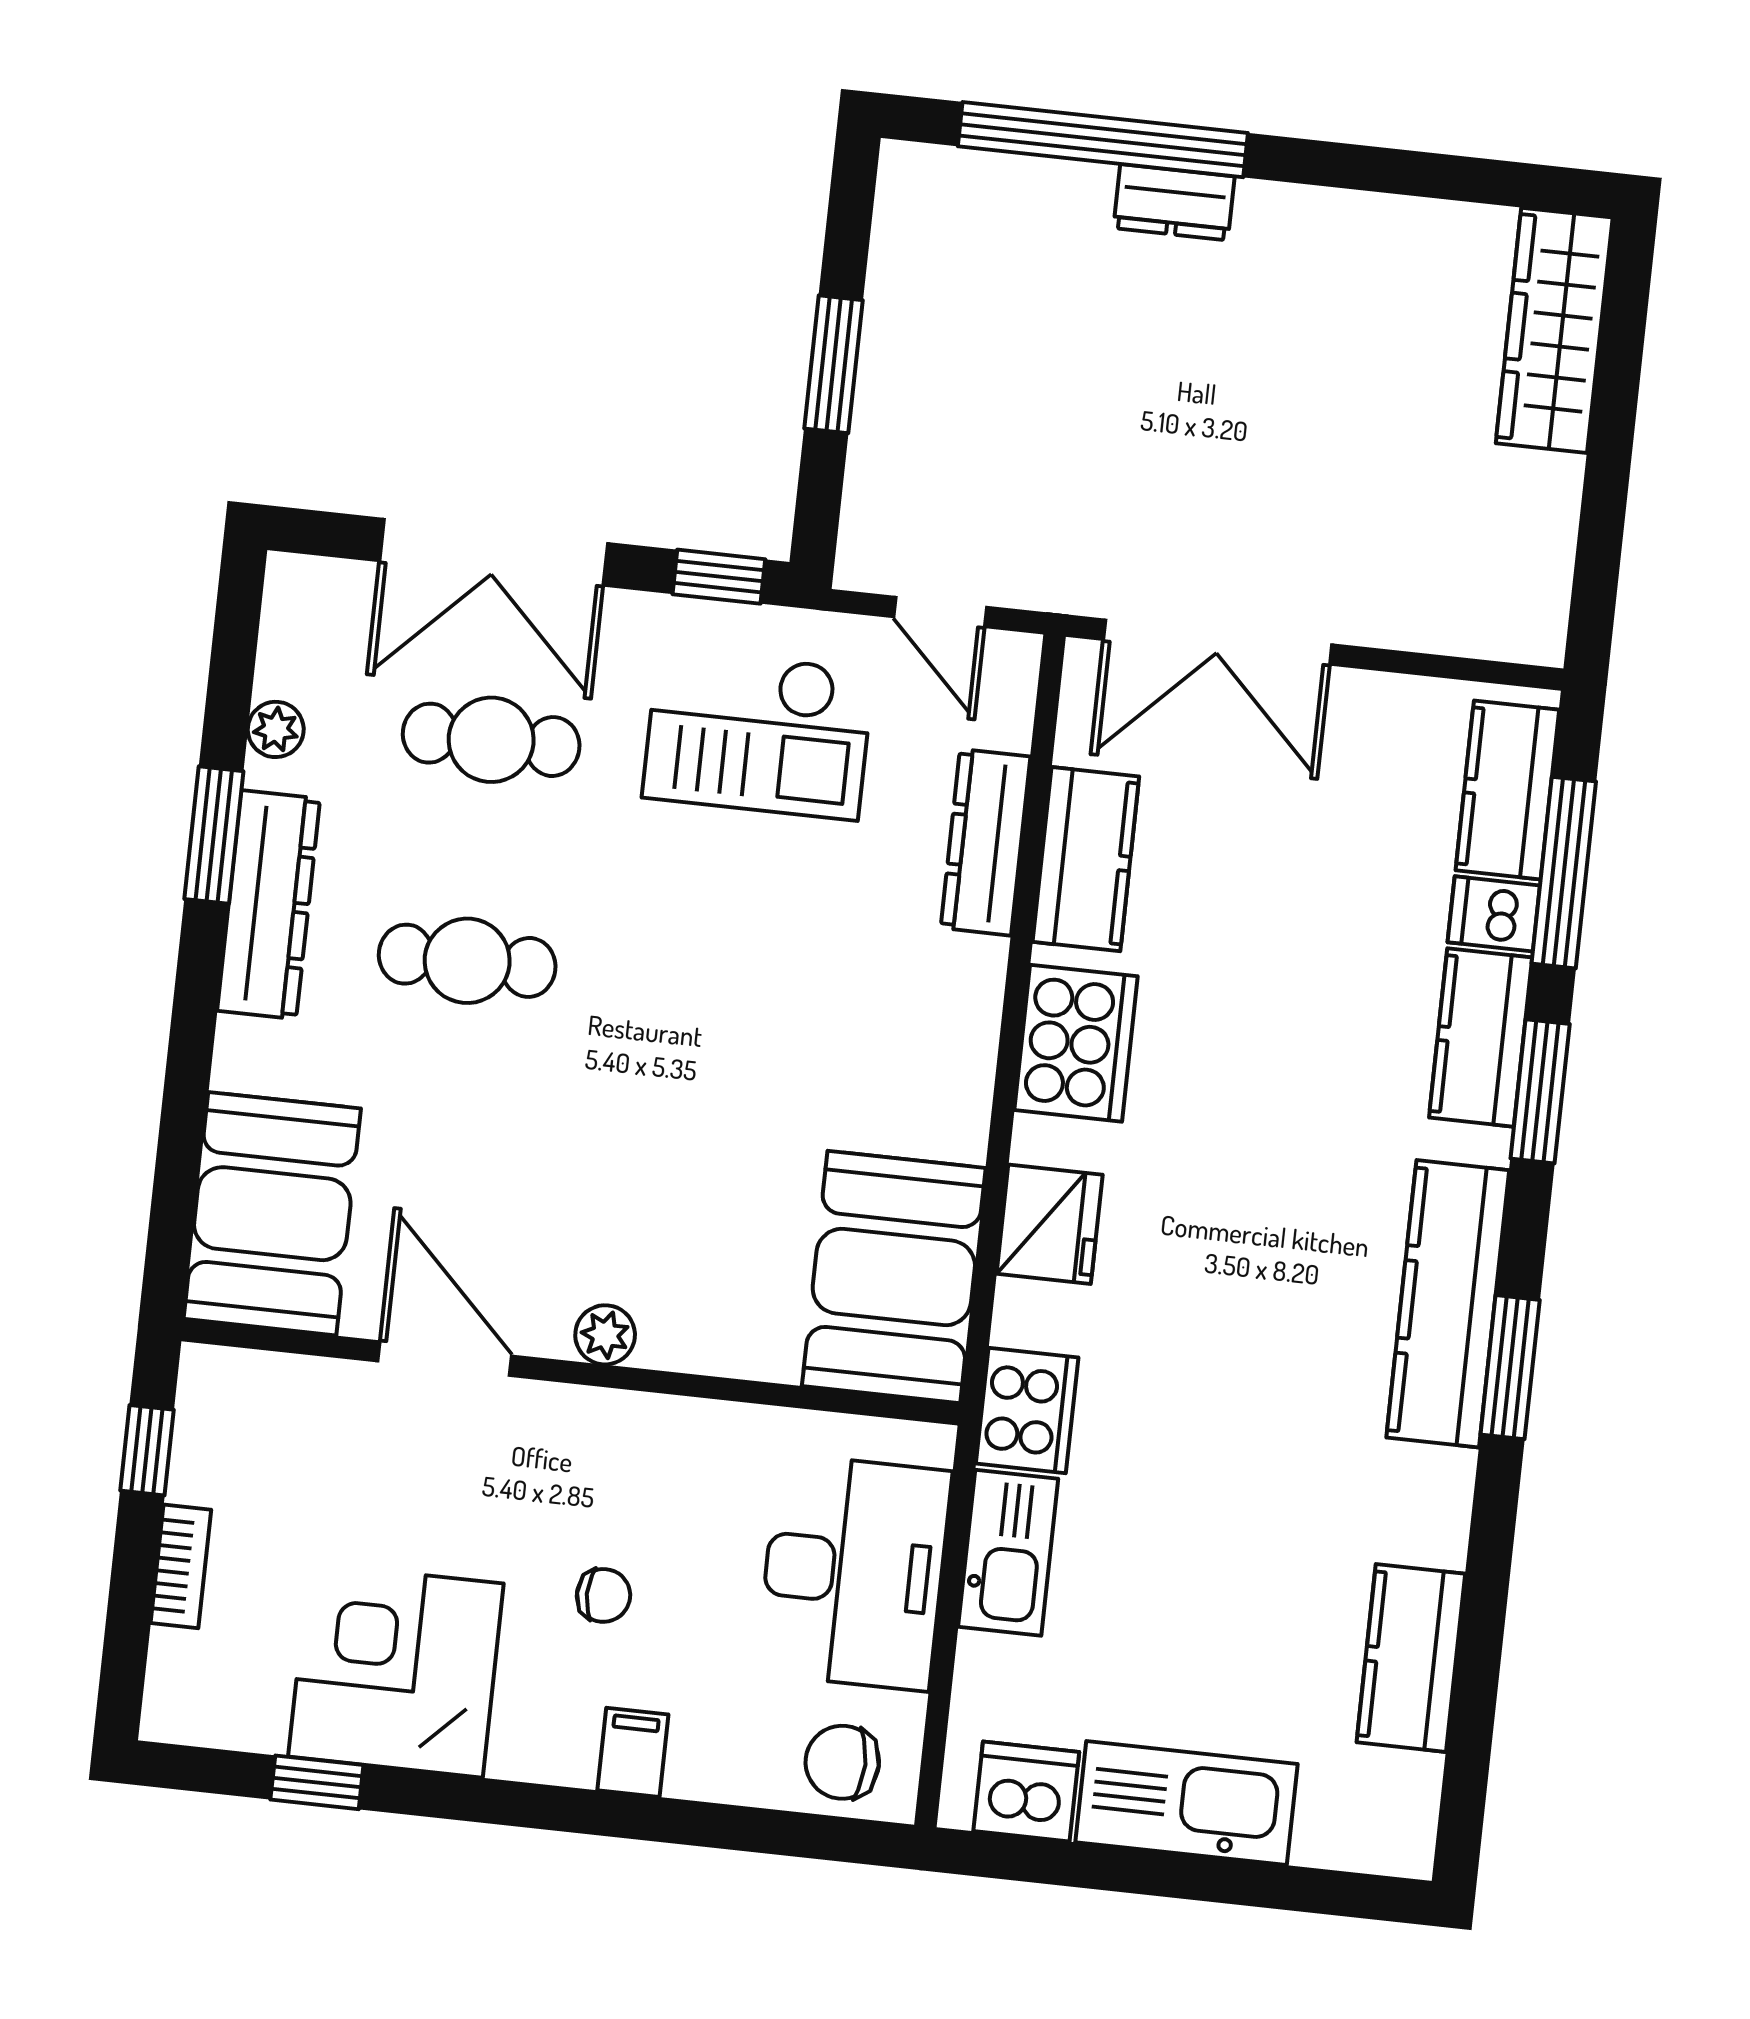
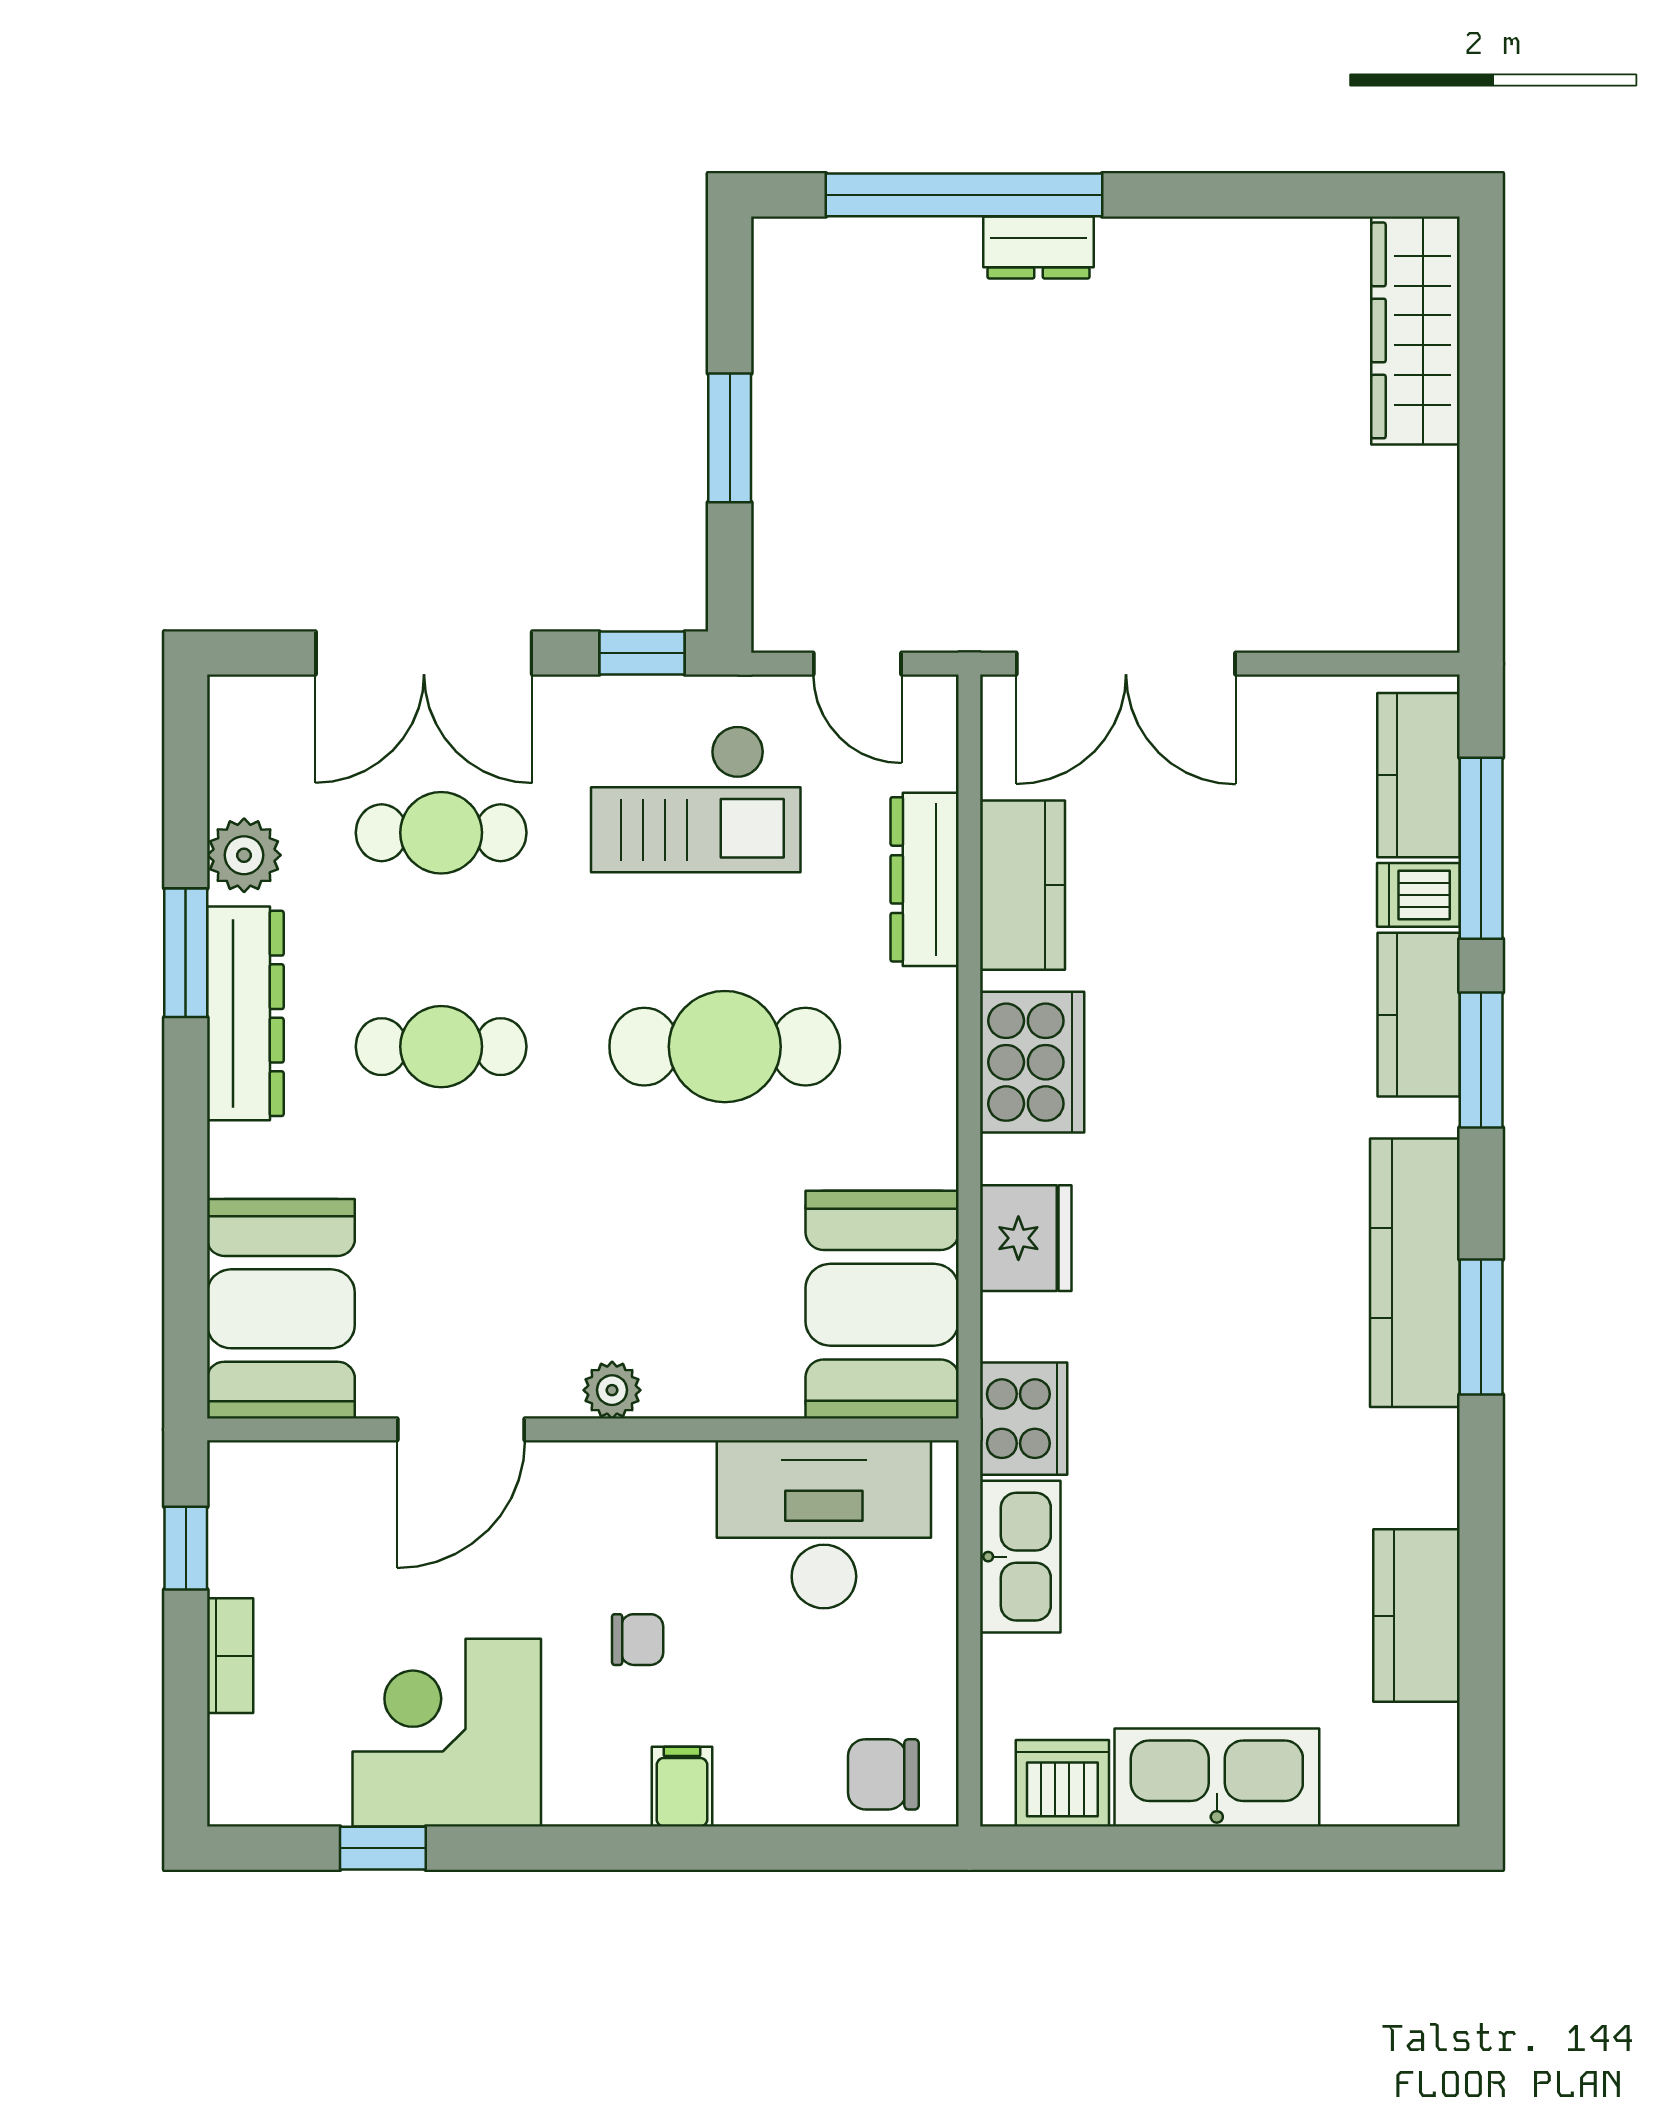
plant: (276, 729) -> (244, 855), width x1.38, depth x1.38
cafe table: (760, 993) -> (725, 1047), added
door: (445, 1359) -> (461, 1429), swing flipped
desk: (854, 1572) -> (824, 1524), moved, turned -90

